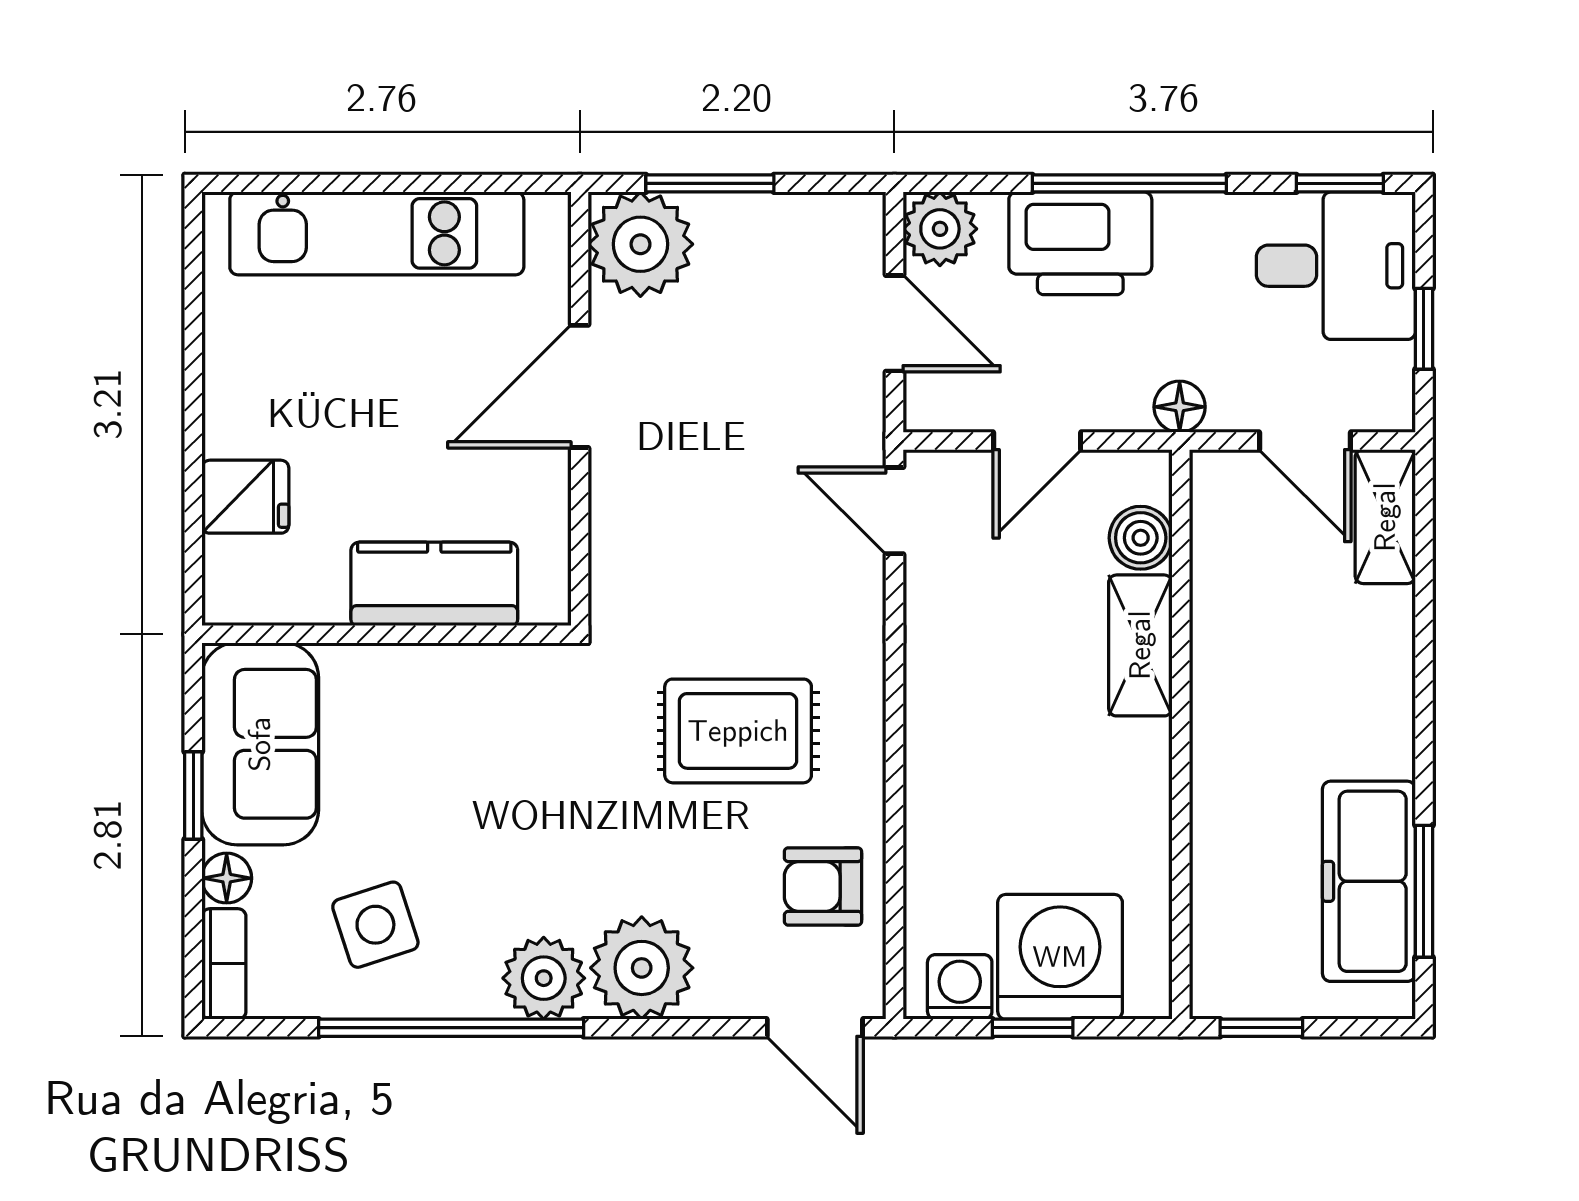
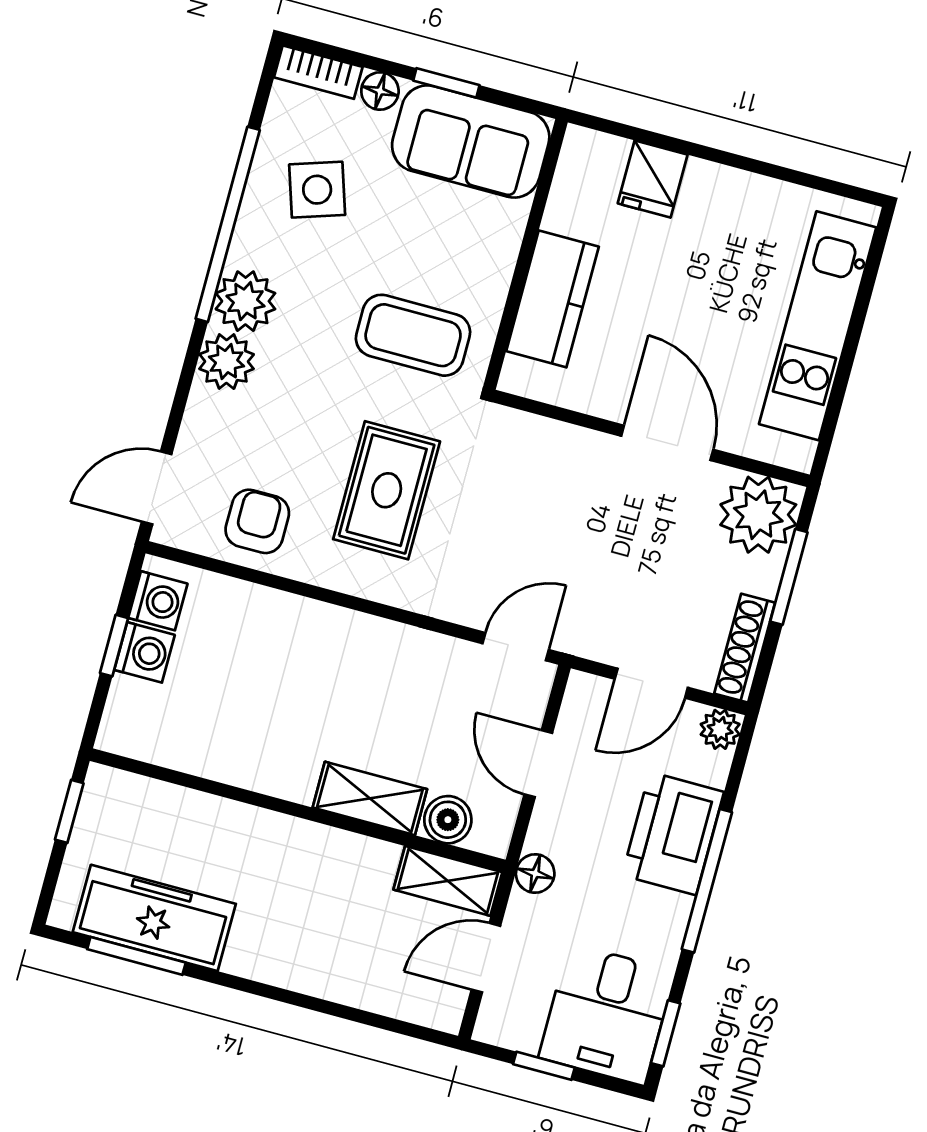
shoe rack: (817, 215) -> (745, 648), added
plant: (940, 229) -> (720, 729), width x0.73, depth x0.73
shelving: (1385, 517) -> (448, 881), moved
coffee table: (529, 751) -> (413, 335), added
washing machine: (1060, 957) -> (144, 652), width x0.53, depth x0.53
plant: (642, 968) -> (227, 362), width x0.73, depth x0.73

